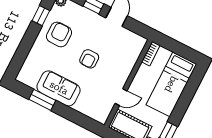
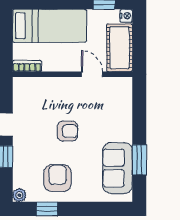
armchair: (59, 34) -> (58, 178), turned 90
sofa: (59, 88) -> (117, 168), moved

